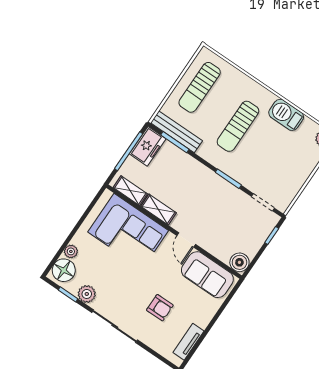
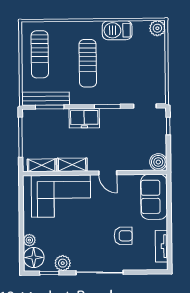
freezer: (148, 146) -> (84, 118), moved, turned 90
sofa: (207, 275) -> (154, 197), moved, turned 90

